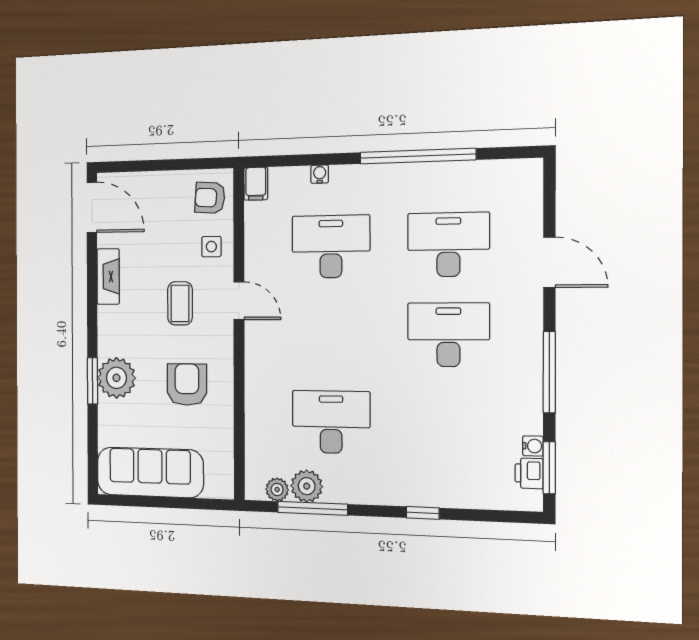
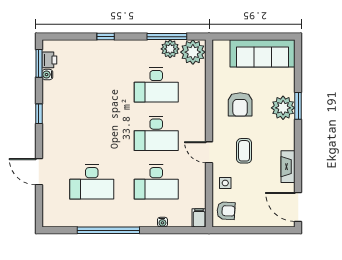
desk: (448, 335) -> (156, 133), moved
window: (549, 372) -> (39, 114), width x0.46
plant: (277, 490) -> (193, 52), width x1.87, depth x1.87

